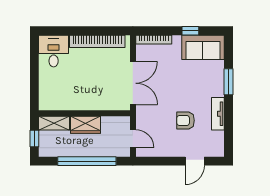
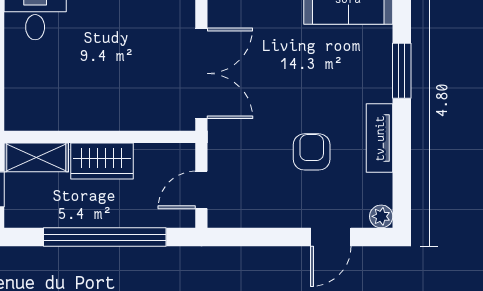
armchair: (186, 120) -> (312, 152), turned 90
door: (133, 139) -> (201, 190), swing flipped
plant: (219, 151) -> (381, 216), added

